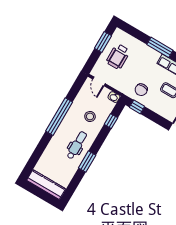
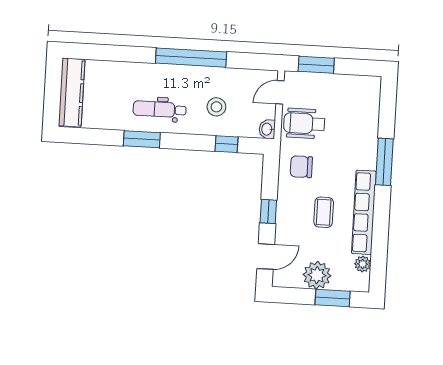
window: (103, 42) -> (316, 65), moved
wheelchair: (118, 56) -> (304, 123), moved
window: (137, 107) -> (268, 211), moved
dental chair: (77, 145) -> (160, 109), turned 180

